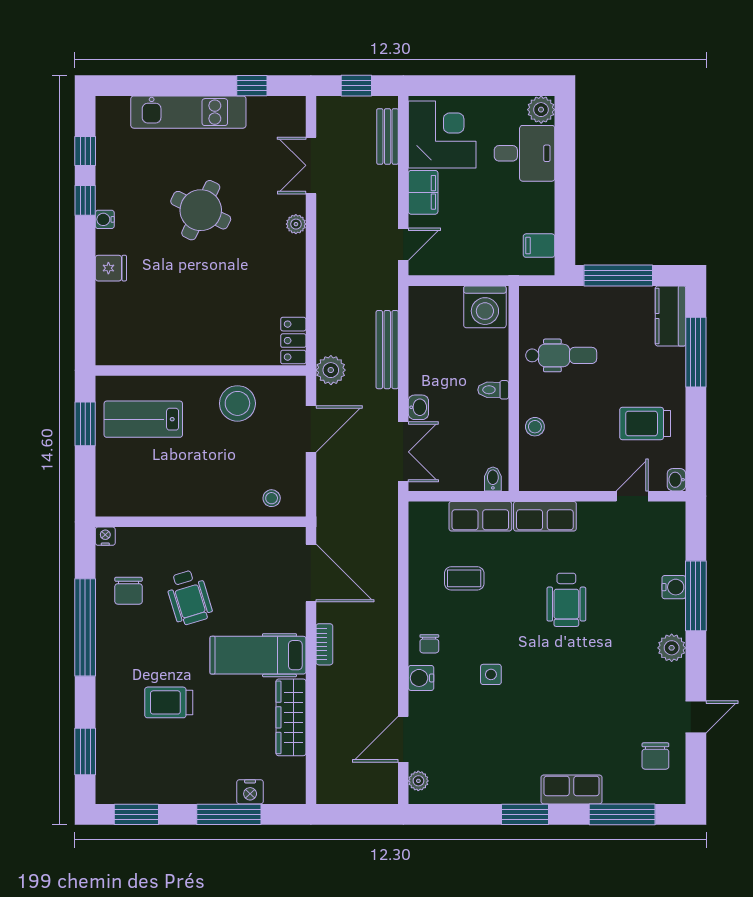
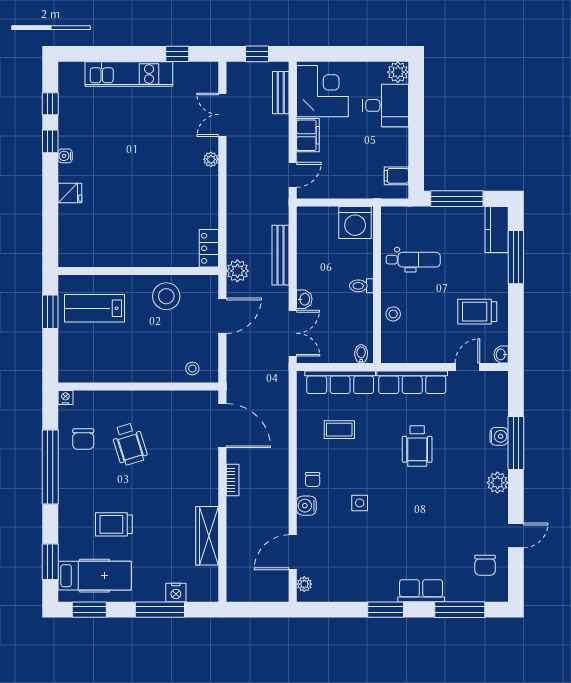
round table: (201, 210) -> (138, 149), removed
row of seats: (480, 516) -> (340, 382), width x1.48
row of seats: (545, 516) -> (412, 382), width x1.48
hospital bed: (258, 655) -> (95, 576), moved, turned 180

